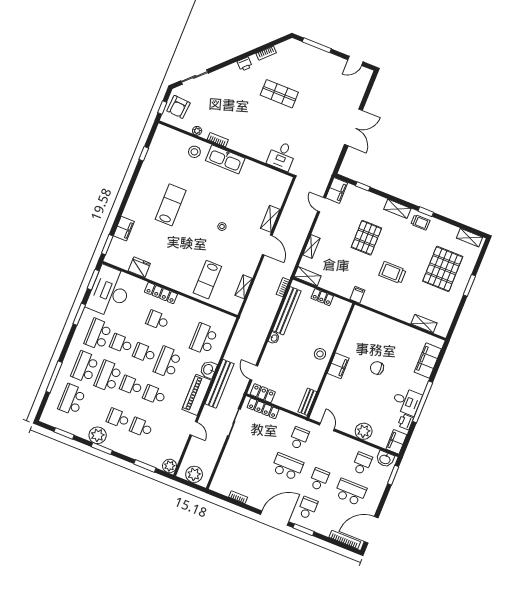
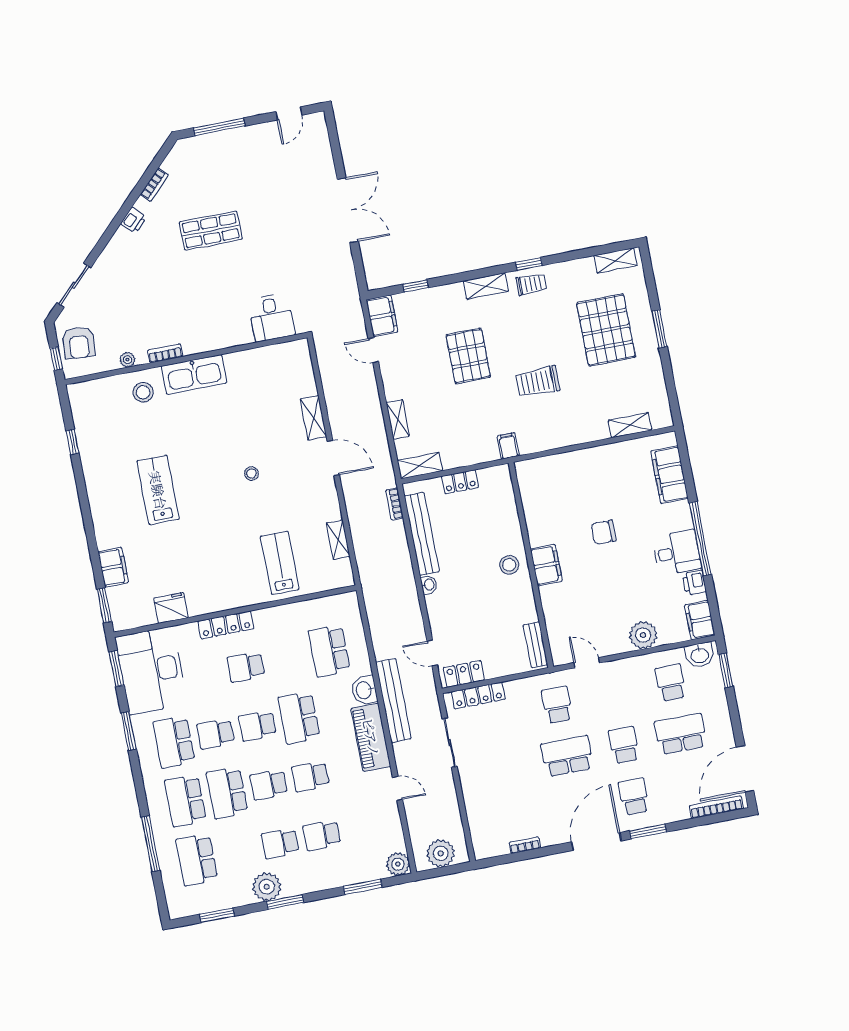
lab bench: (207, 280) -> (280, 563), turned 180

